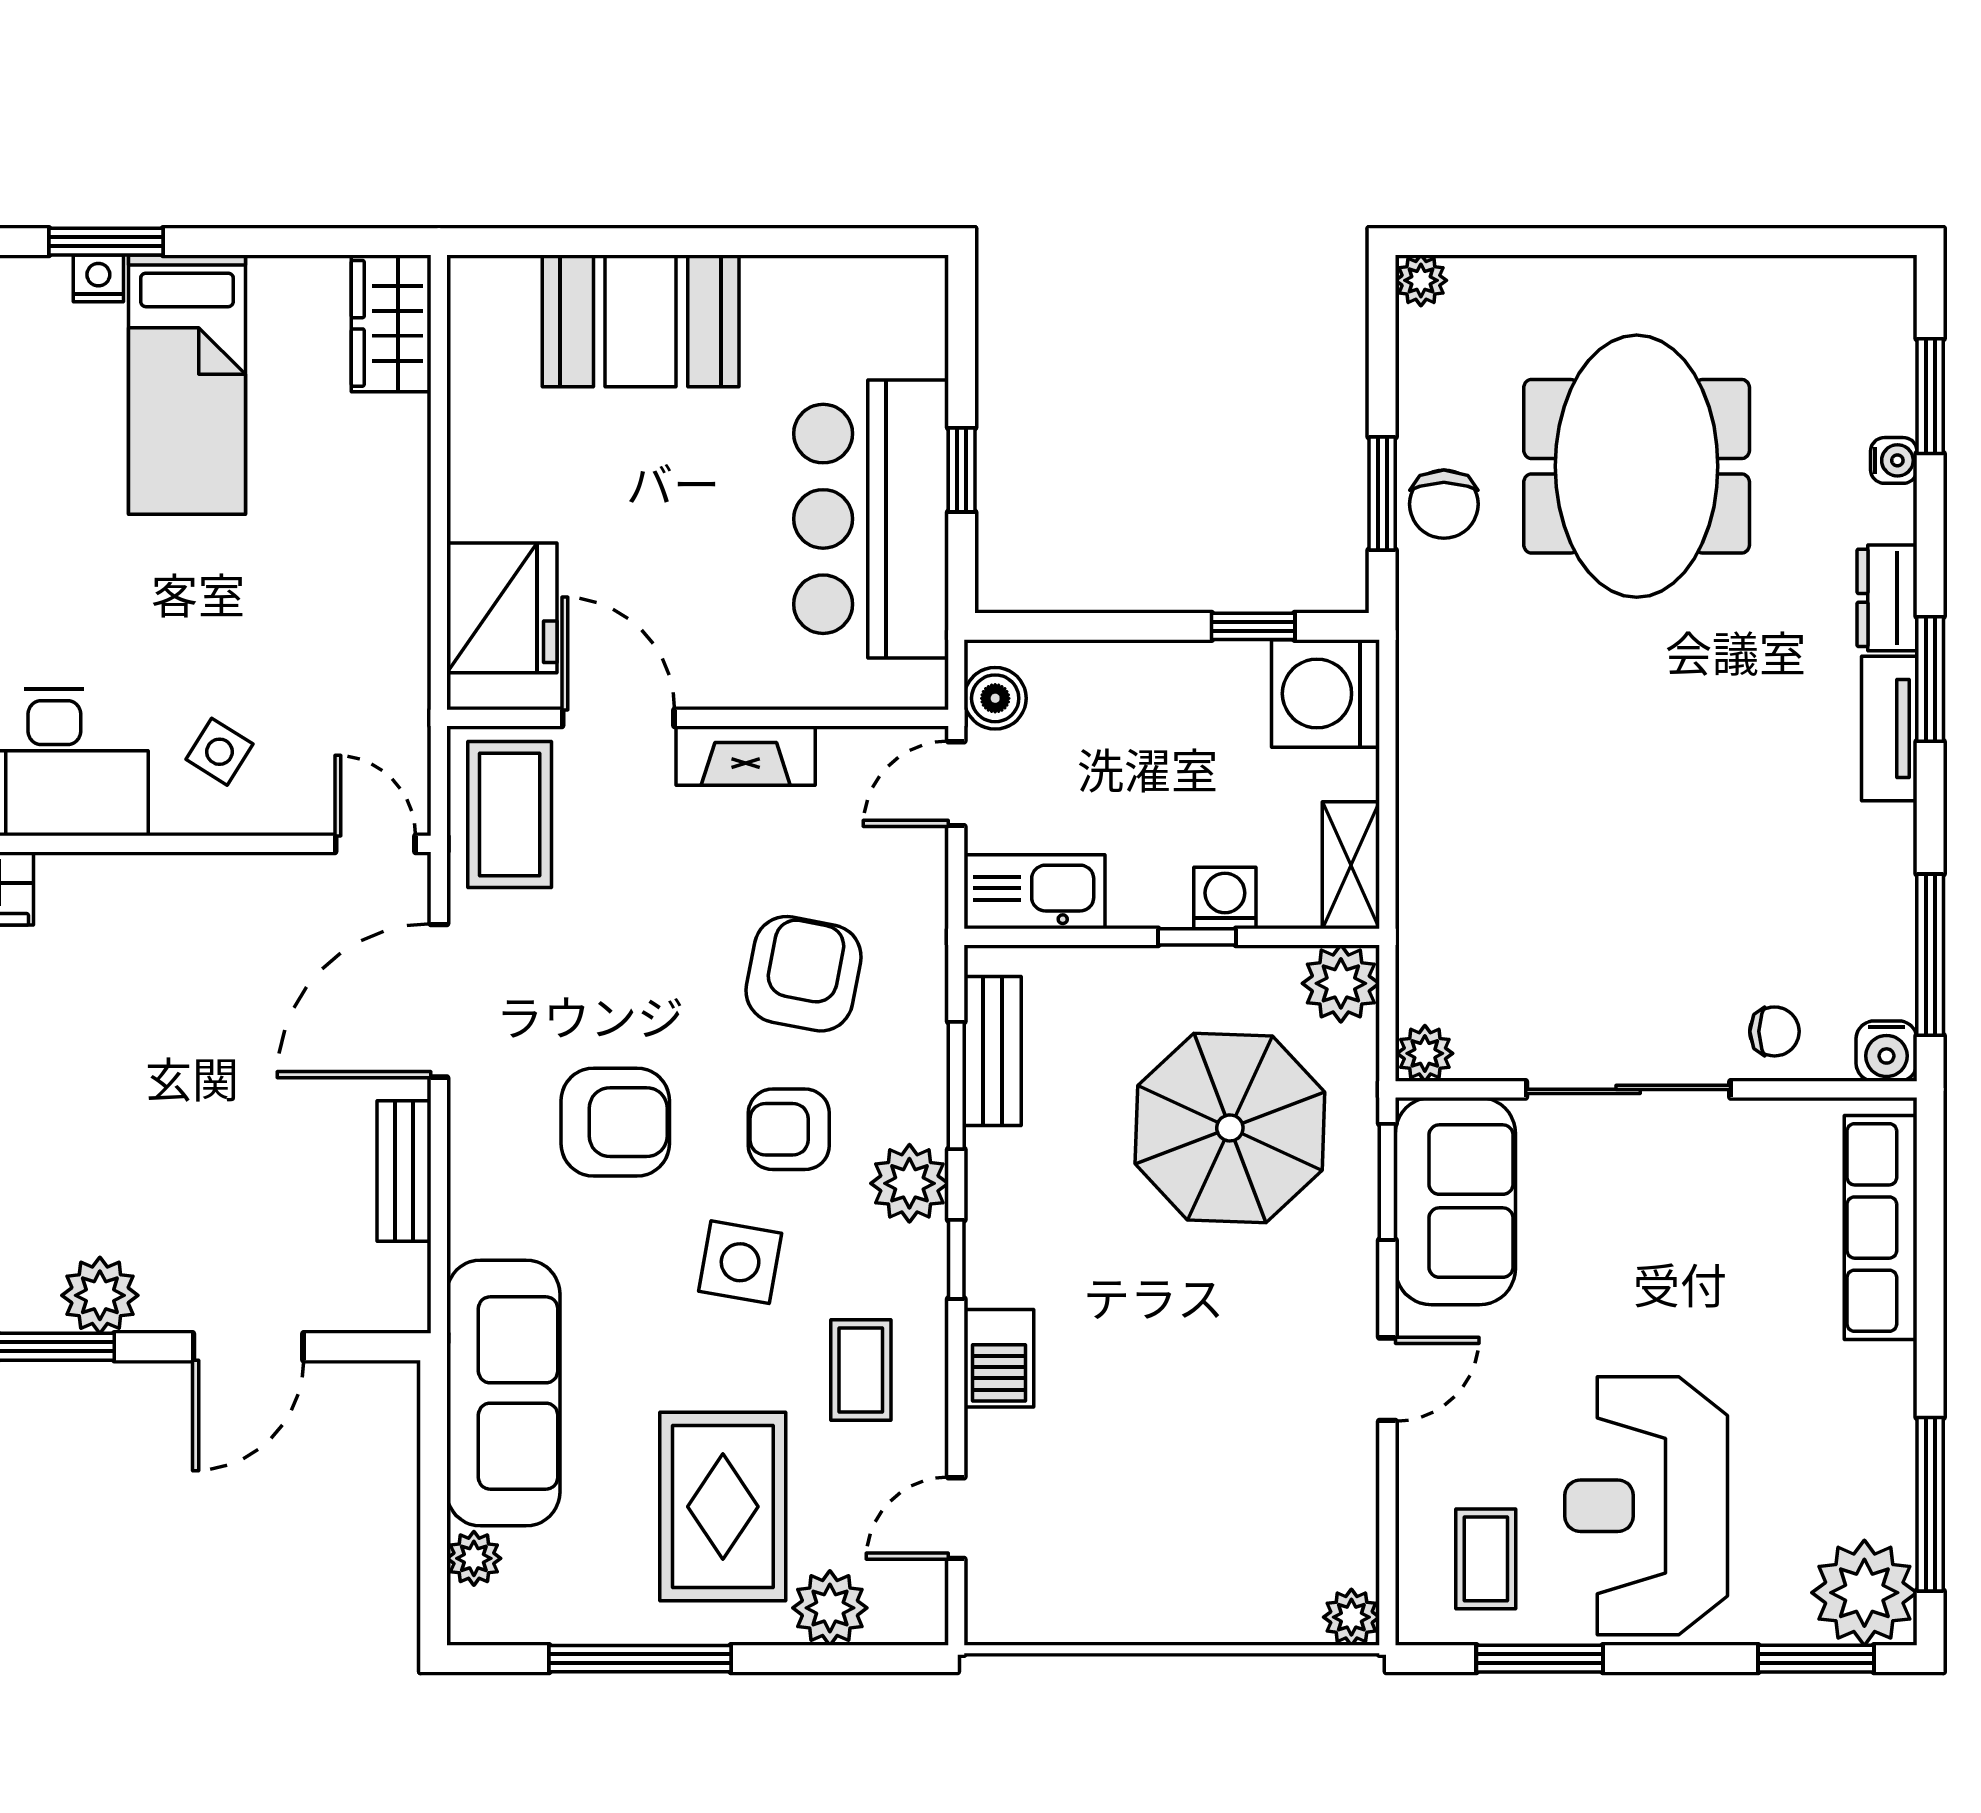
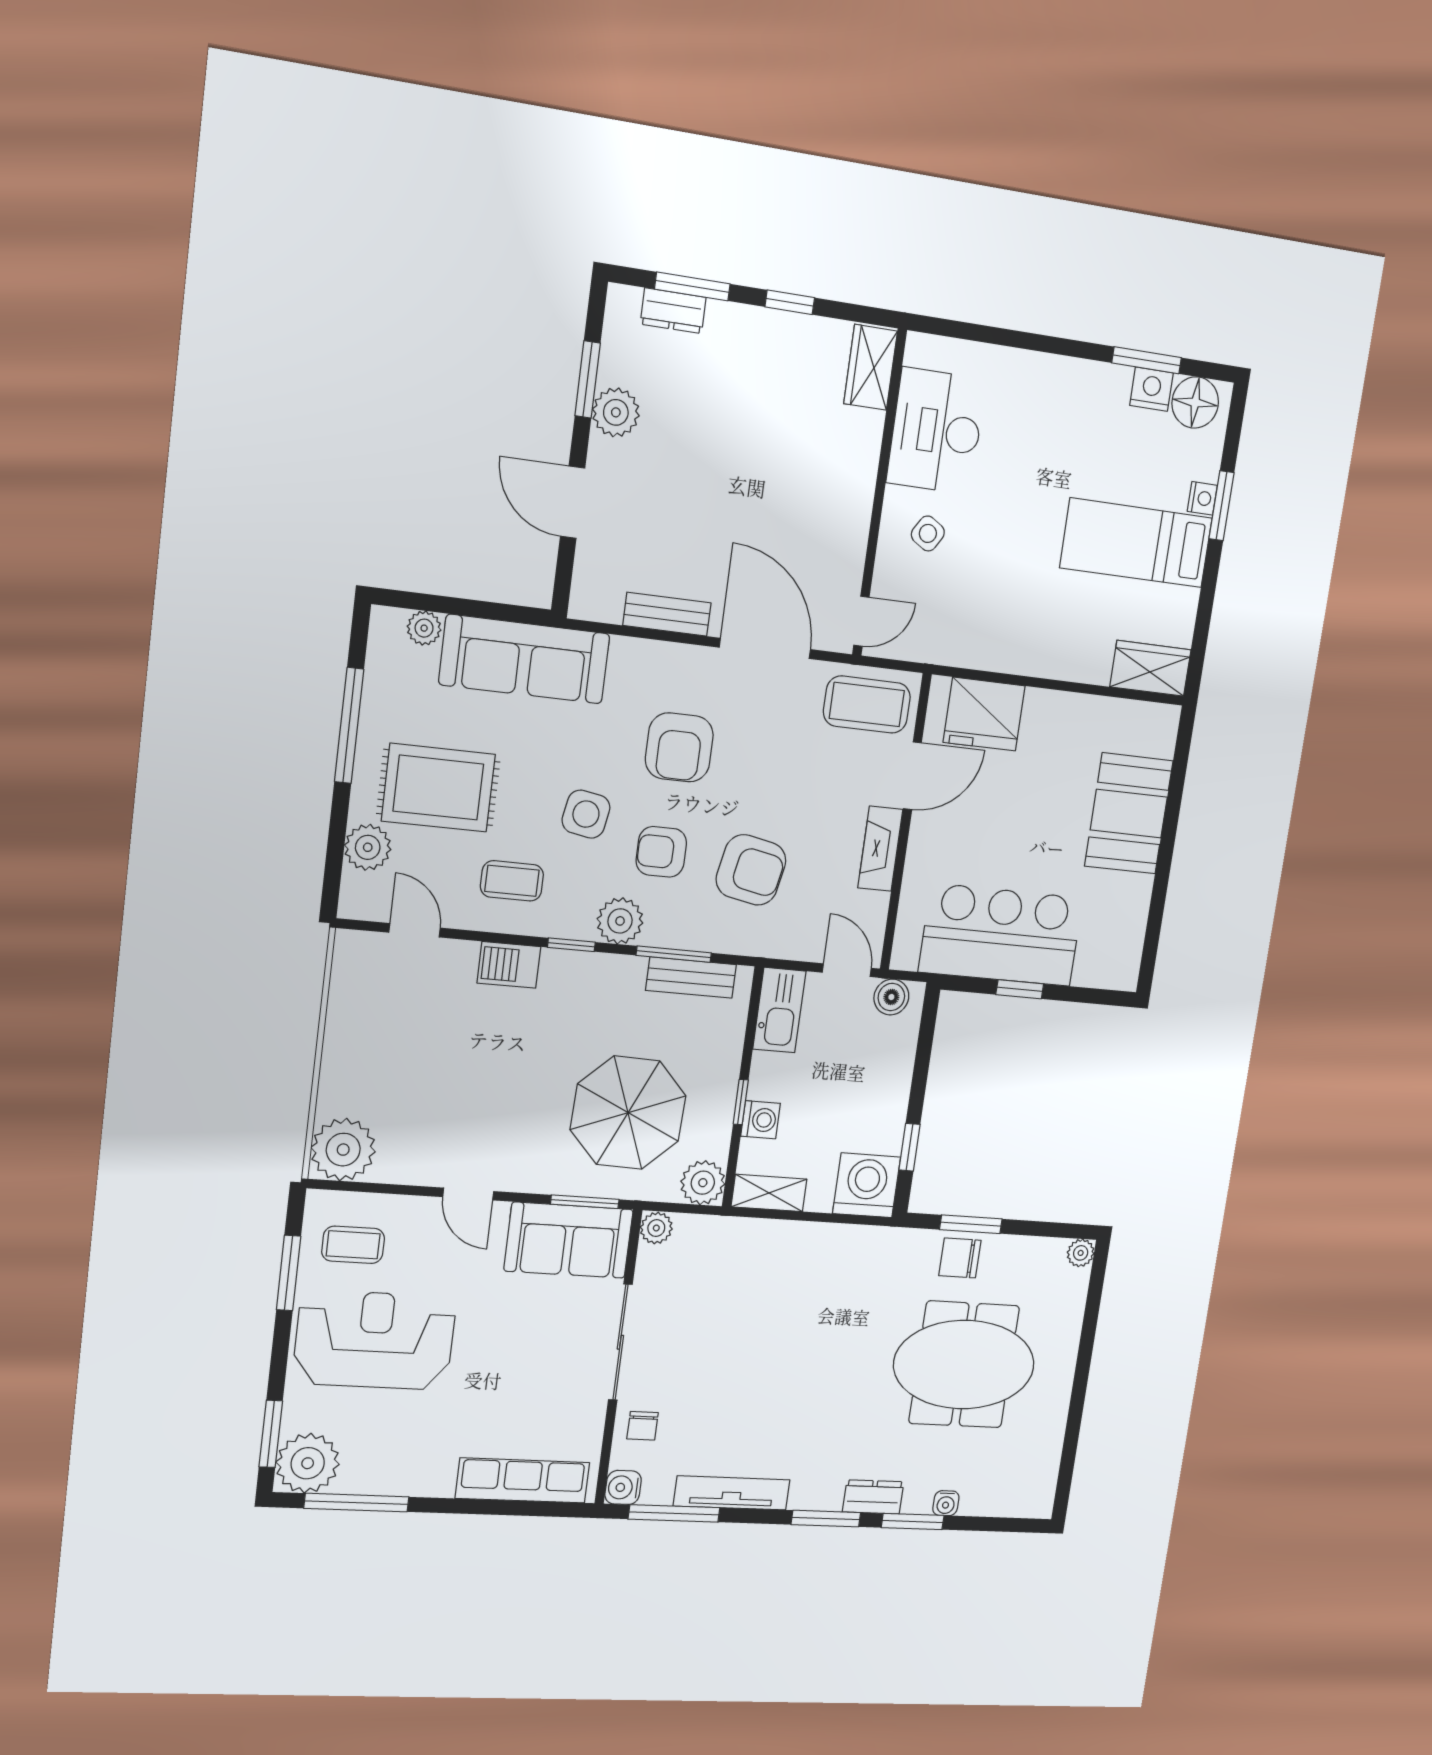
window: (1930, 396) -> (913, 1521), moved
tv unit: (1889, 728) -> (732, 1493), moved, width x1.41
armchair: (789, 1129) -> (661, 852), turned -90
plant: (1351, 1617) -> (343, 1150), width x1.87, depth x1.87

